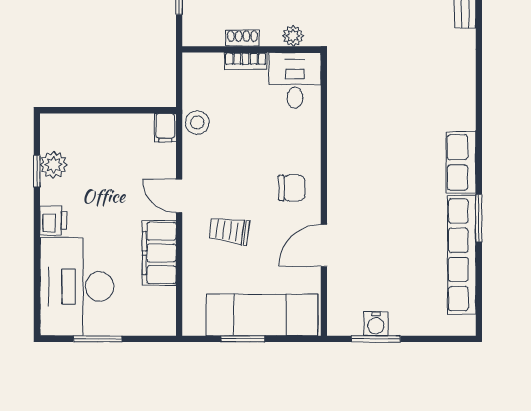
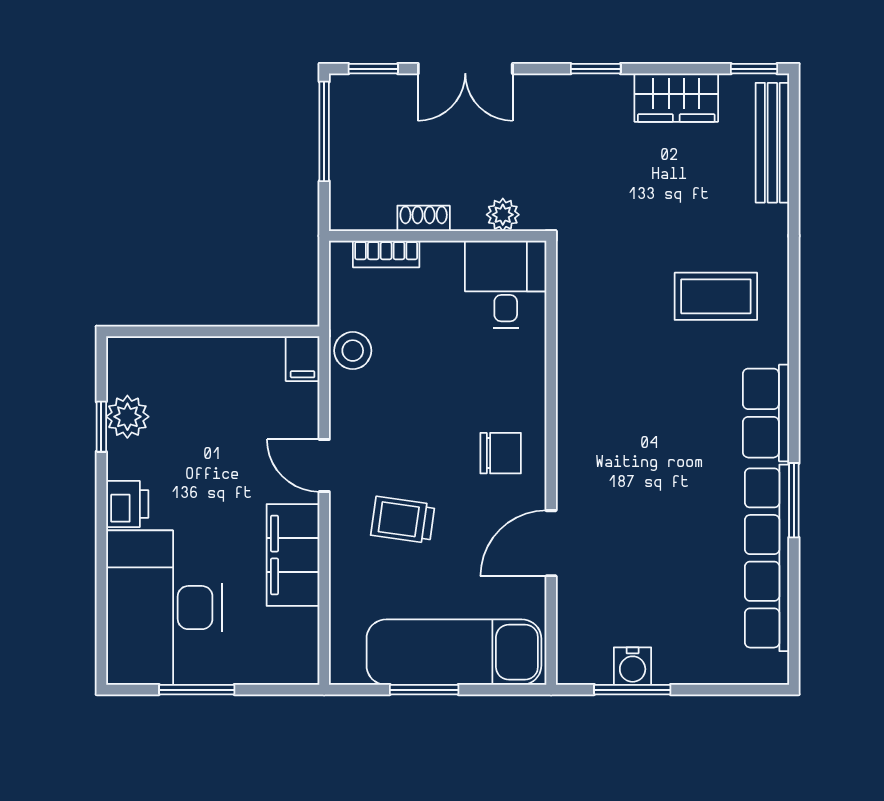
bookcase: (246, 61) -> (386, 254), moved
coffee table: (429, 88) -> (716, 296), added

